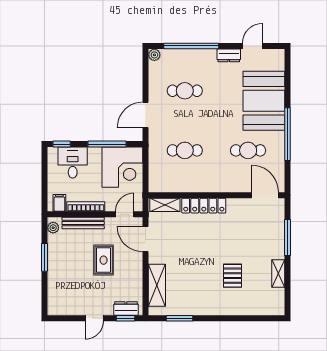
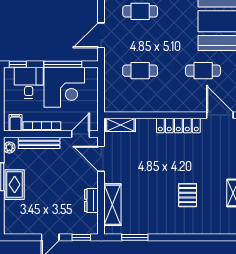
corner desk: (122, 167) -> (64, 87), moved
locker: (204, 206) -> (178, 126), moved
rug: (104, 260) -> (15, 185), moved
dresser: (126, 308) -> (91, 200), moved, turned -90

